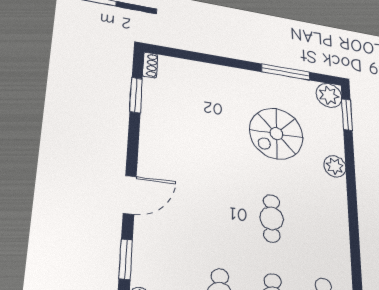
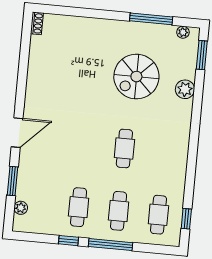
window: (136, 95) -> (25, 51), removed
plant: (329, 95) -> (183, 32), width x0.53, depth x0.53
plant: (335, 166) -> (185, 89), moved

